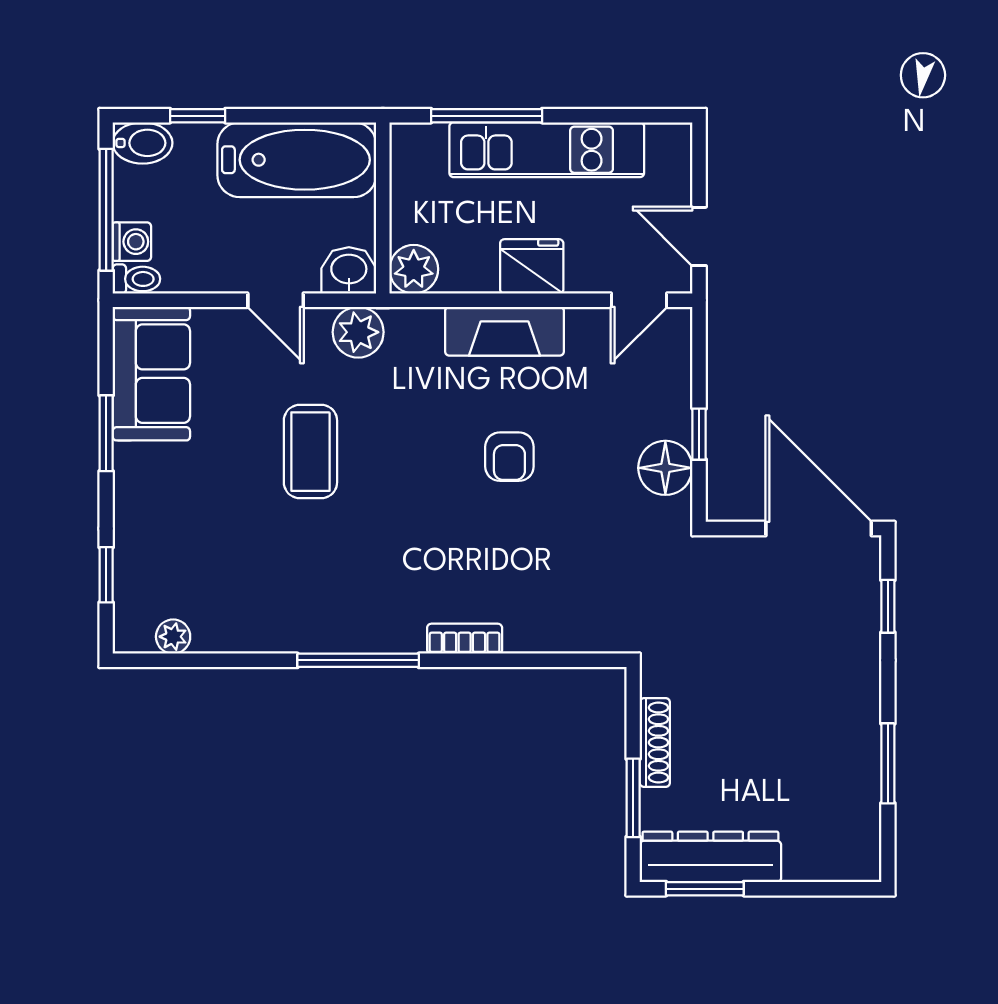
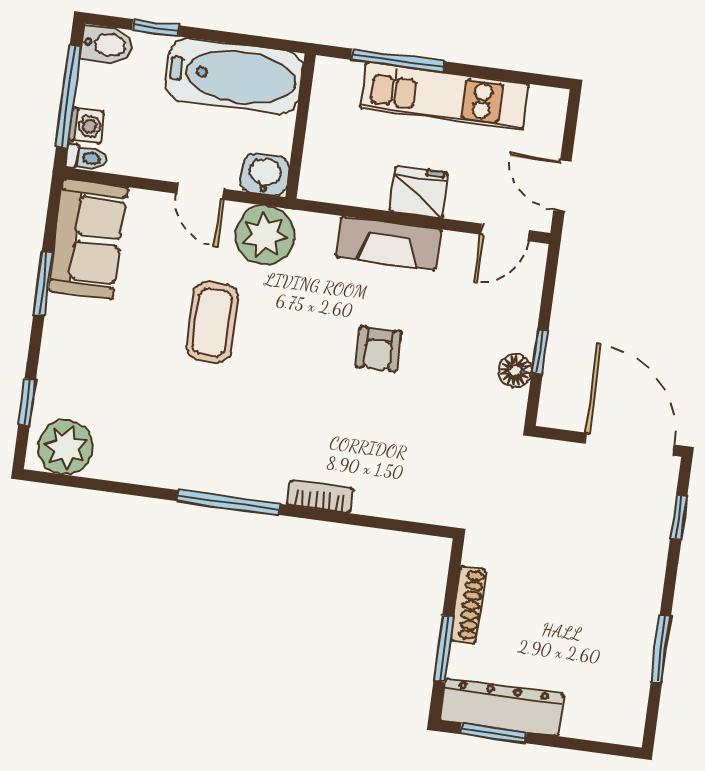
plant: (414, 269) -> (320, 181), removed
plant: (358, 332) -> (265, 235), width x1.36, depth x1.36
floor lamp: (665, 468) -> (515, 371), width x0.73, depth x0.73
plant: (173, 637) -> (65, 447), width x1.88, depth x1.88

